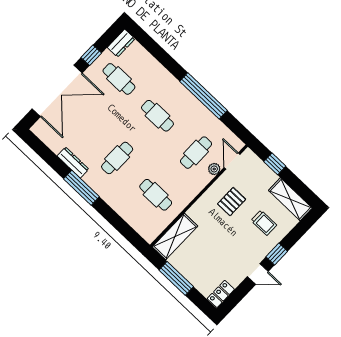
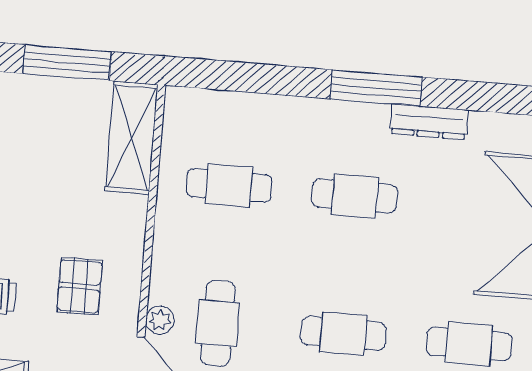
cafe table: (117, 158) -> (355, 196), turned 90

